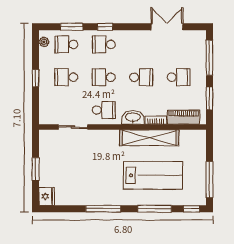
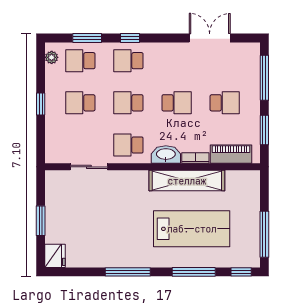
school desk: (104, 110) -> (128, 145), turned 180

